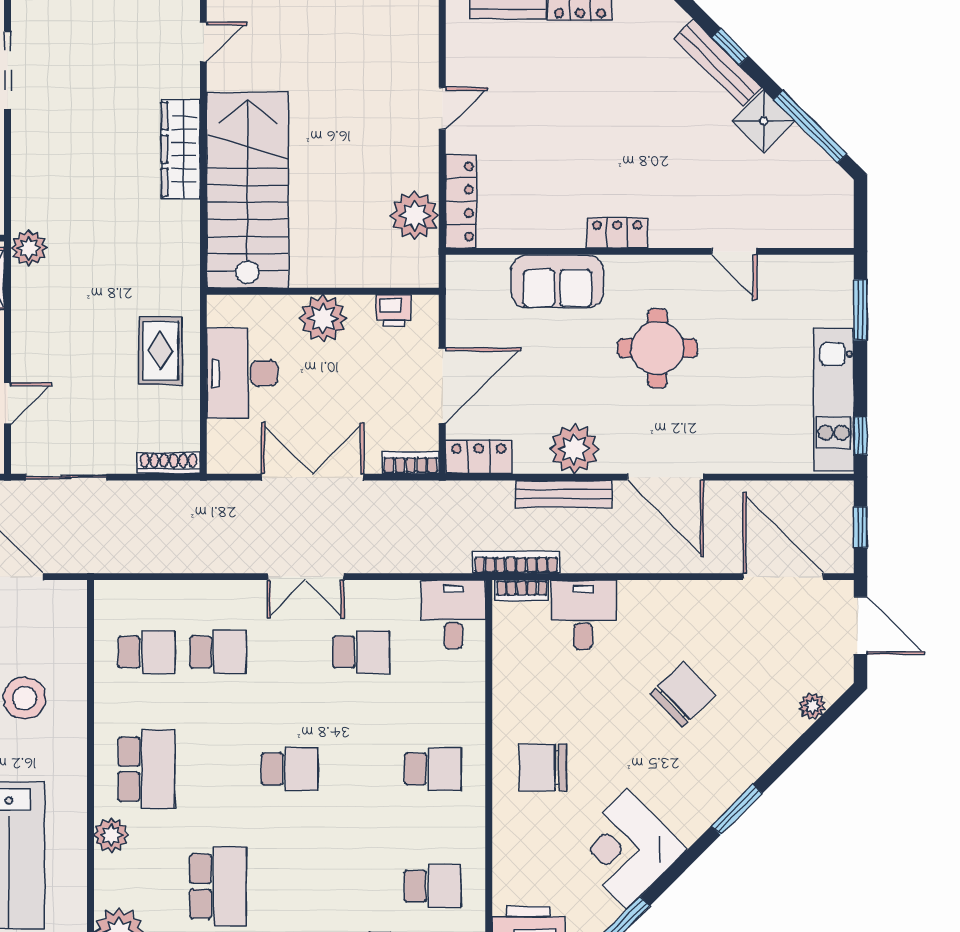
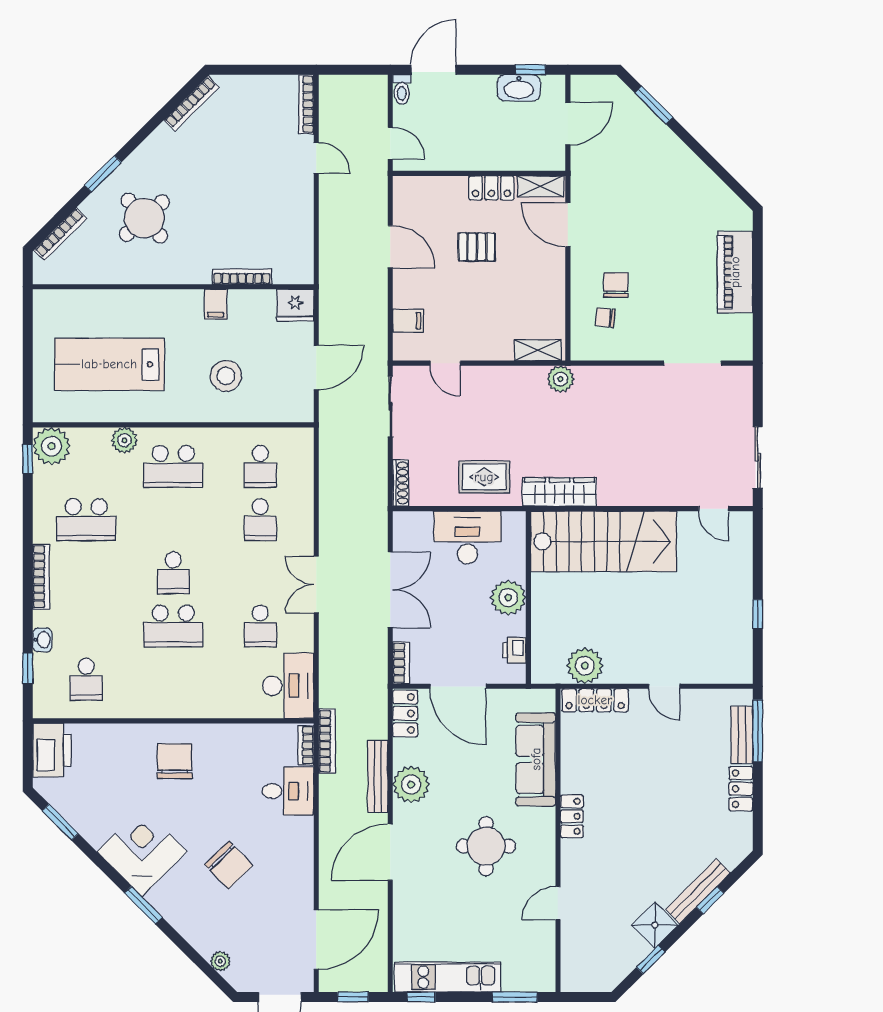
window: (810, 127) -> (651, 960), width x0.46
wardrobe: (181, 149) -> (559, 492), moved
sofa: (557, 281) -> (536, 759), width x1.36
desk: (453, 614) -> (288, 686), width x1.37
school desk: (433, 769) -> (173, 626), moved, width x1.85
corner desk: (627, 849) -> (142, 852), moved

